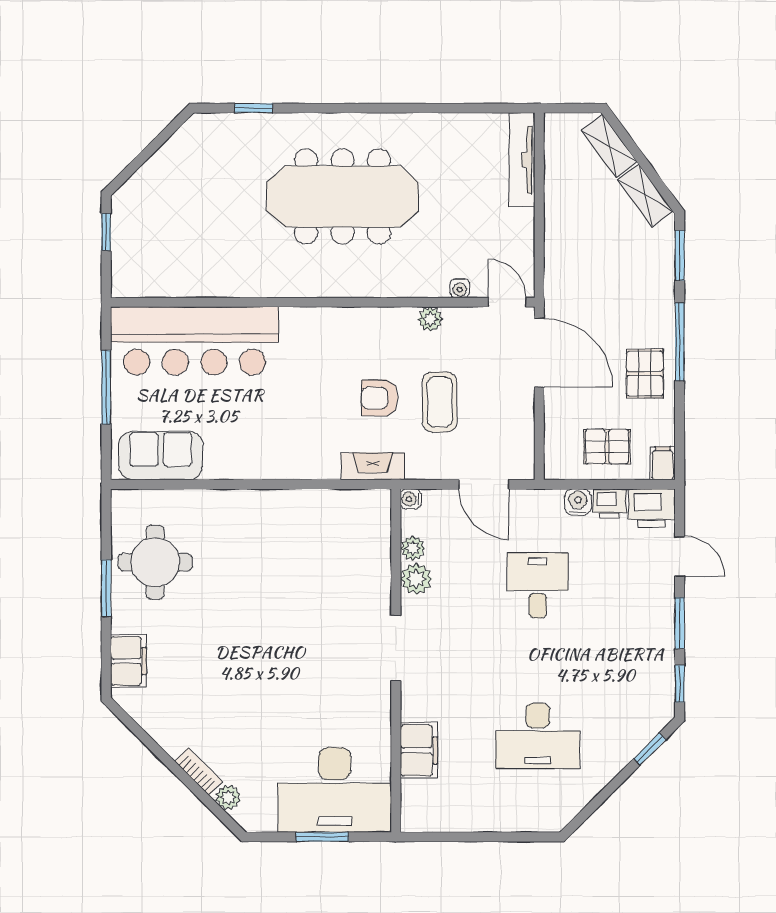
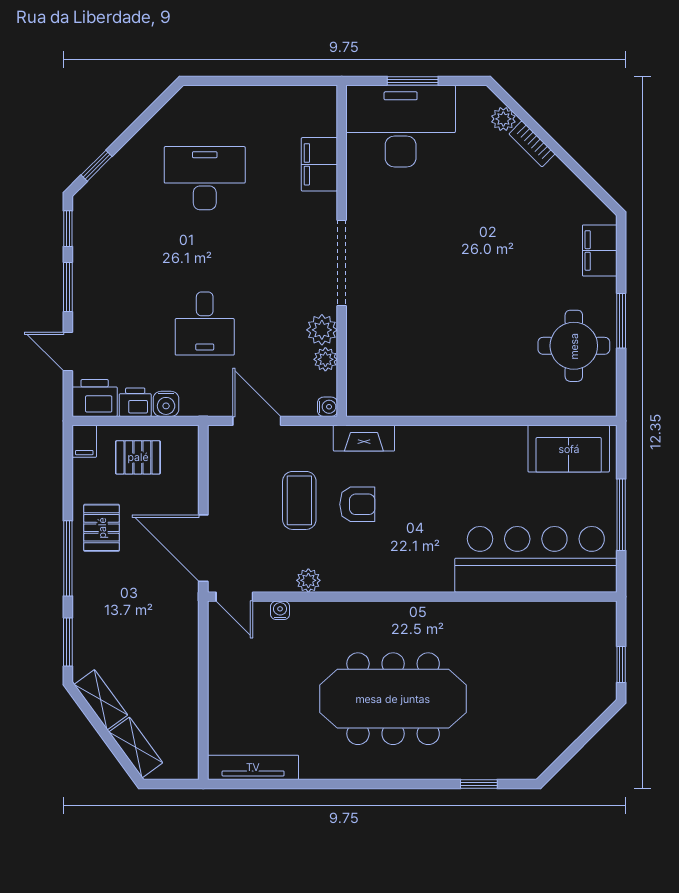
tv unit: (522, 160) -> (253, 767), moved, turned -90
doorway: (396, 648) -> (342, 263), width x1.36

